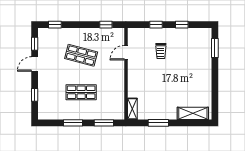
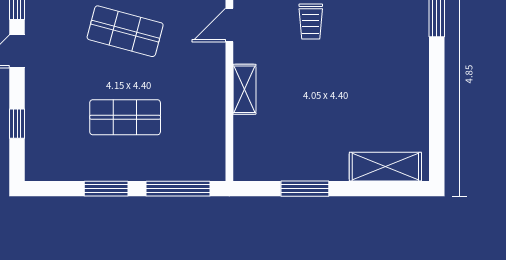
shelving: (132, 109) -> (244, 89), moved
window: (104, 123) -> (178, 189), width x1.44

